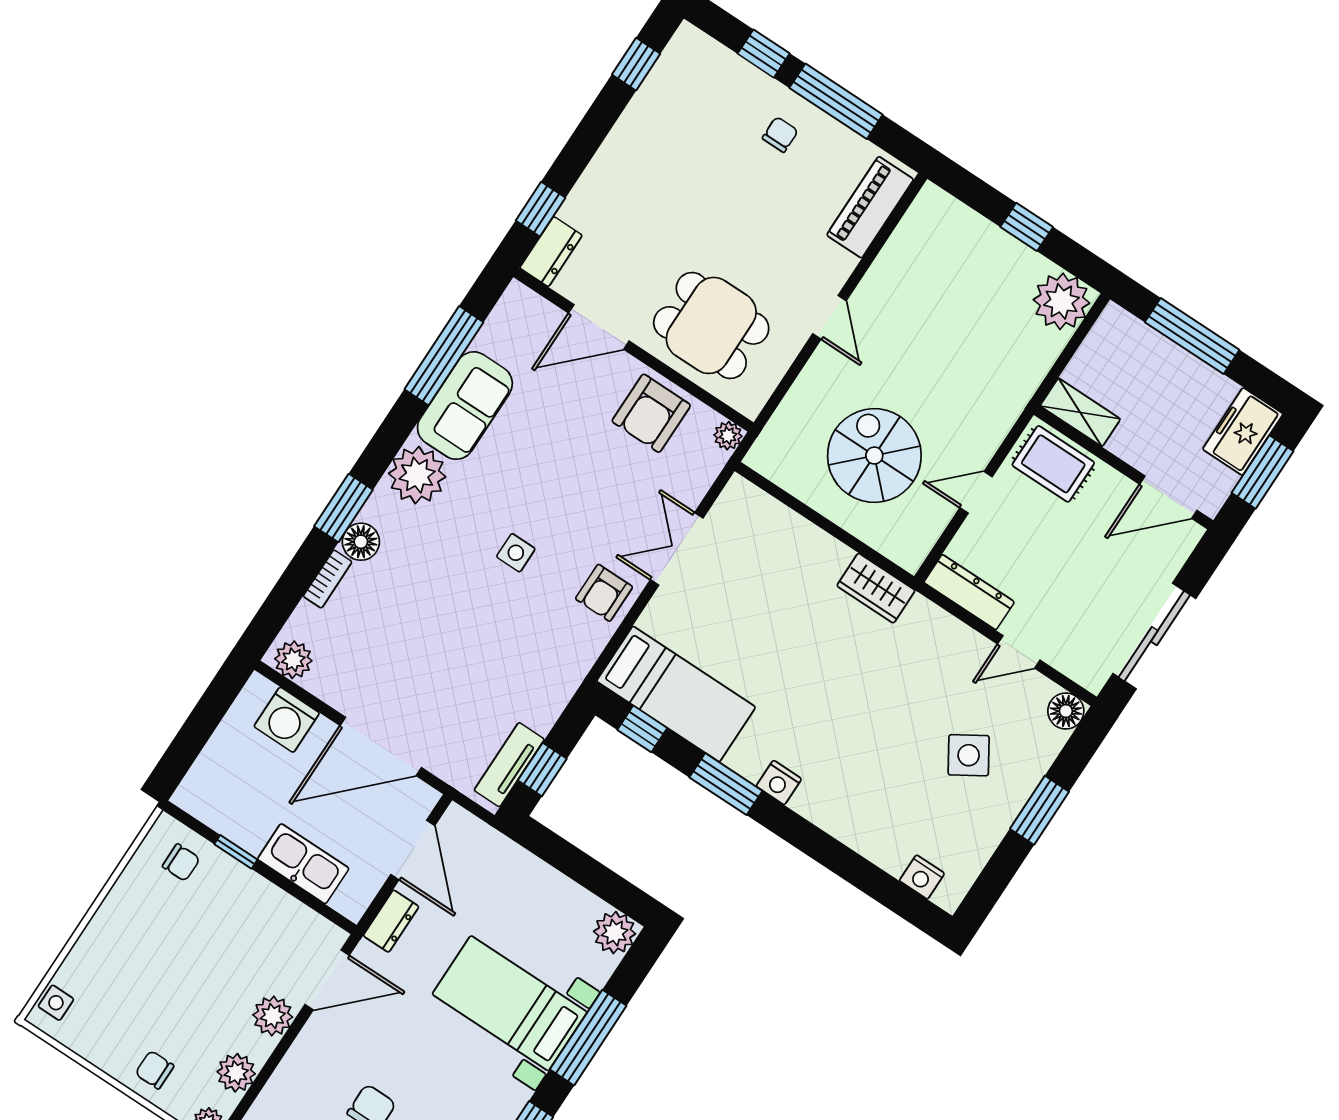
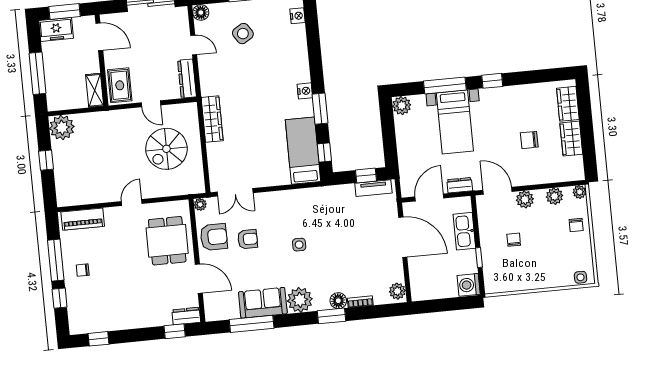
double door: (677, 549) -> (235, 192), moved
wardrobe: (876, 588) -> (212, 119), width x1.50
armchair: (604, 593) -> (248, 239), moved
washing machine: (287, 720) -> (469, 285), moved, turned 180
chair: (181, 863) -> (514, 240), moved

